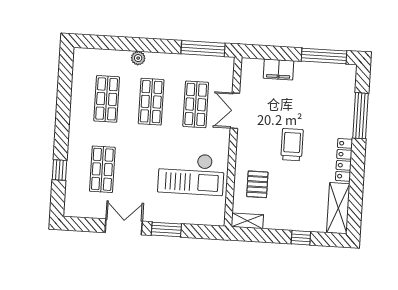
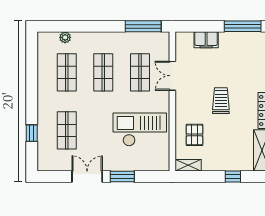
plant: (138, 58) -> (65, 37), moved
checkout: (191, 174) -> (140, 130), turned 180

